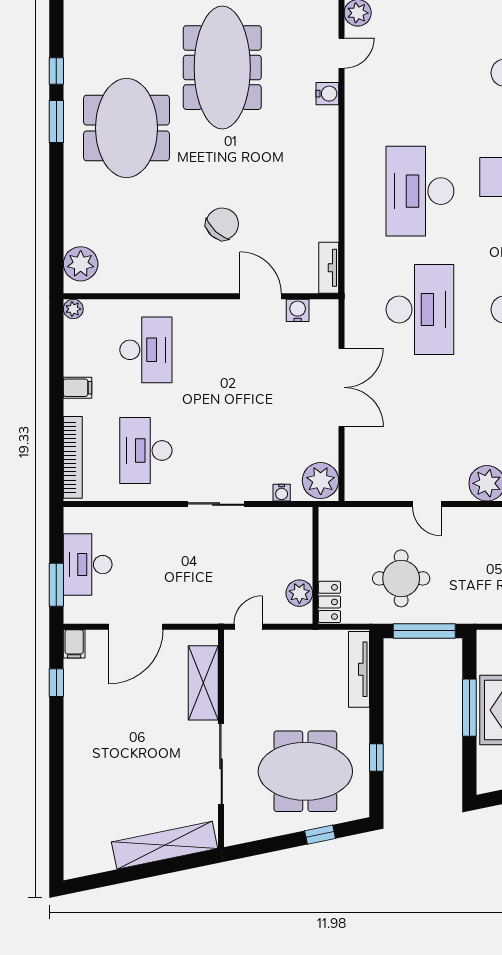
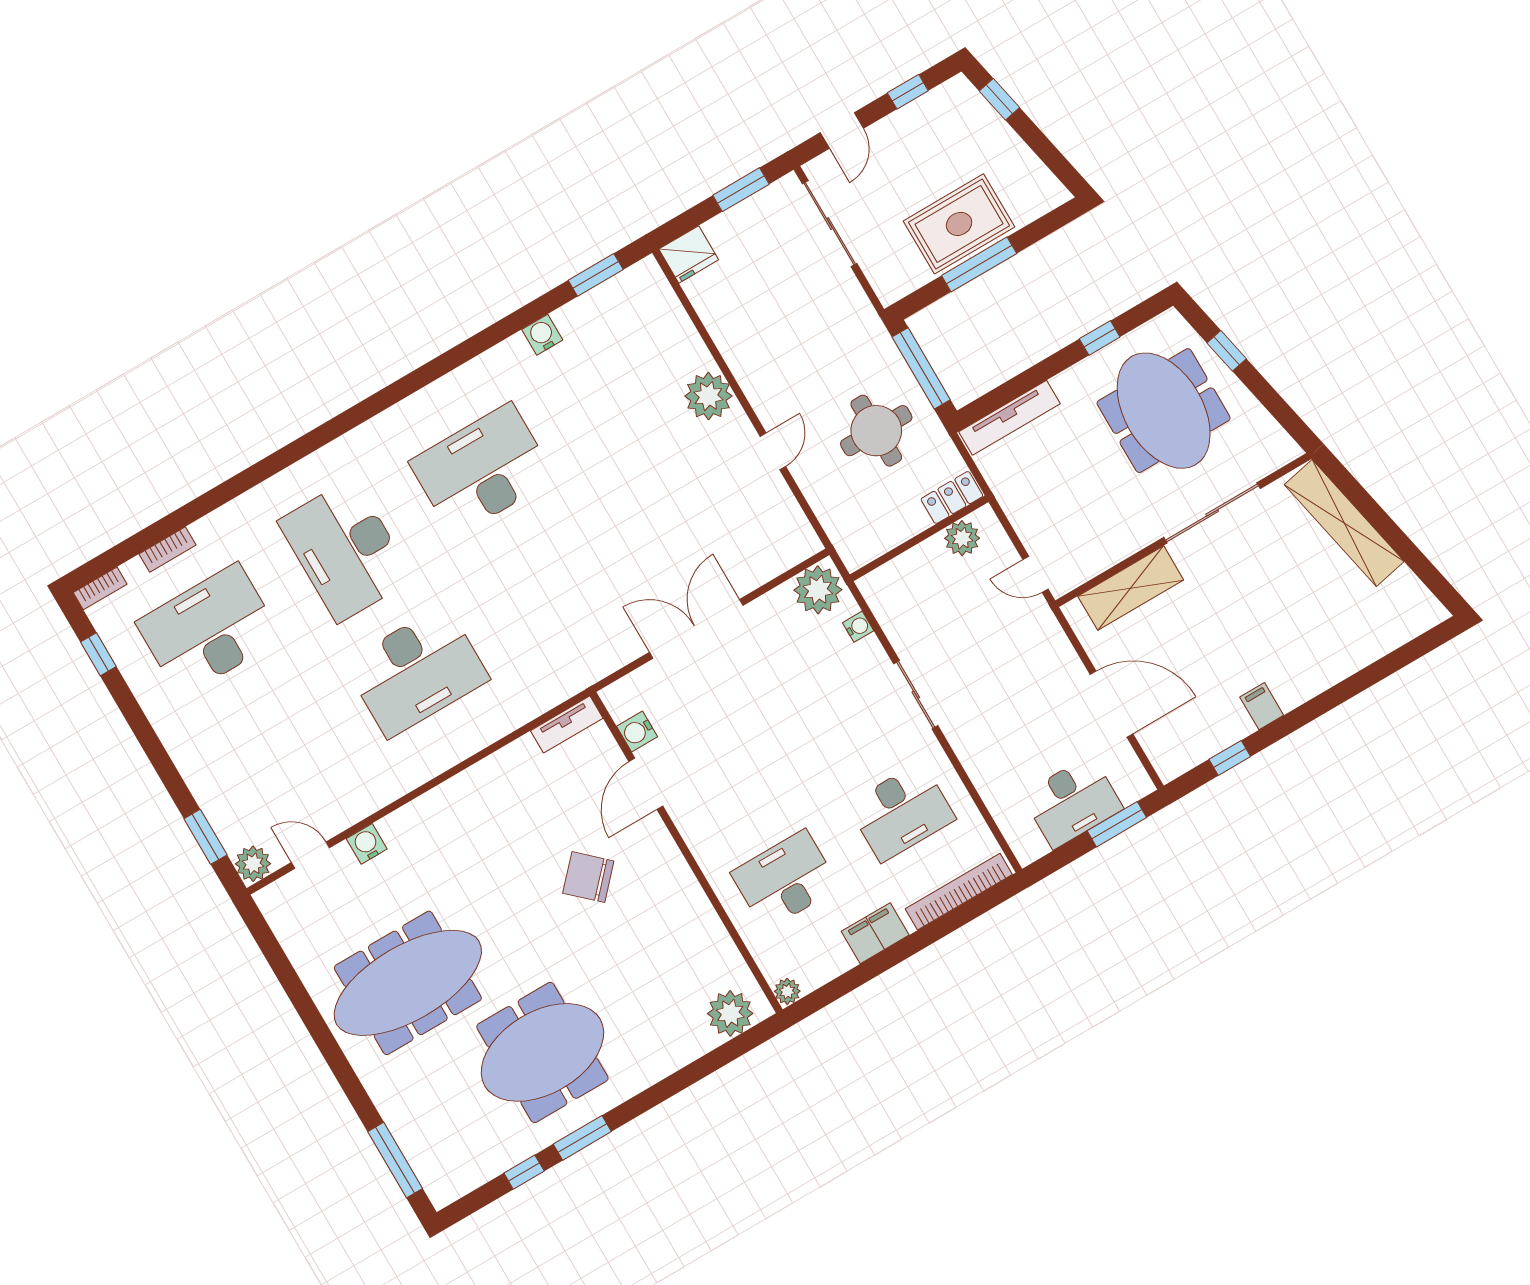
desk: (420, 309) -> (553, 591), removed
filing cabinet: (78, 388) -> (875, 933), width x2.00
filing cabinet: (74, 644) -> (1262, 706), moved, turned -90

